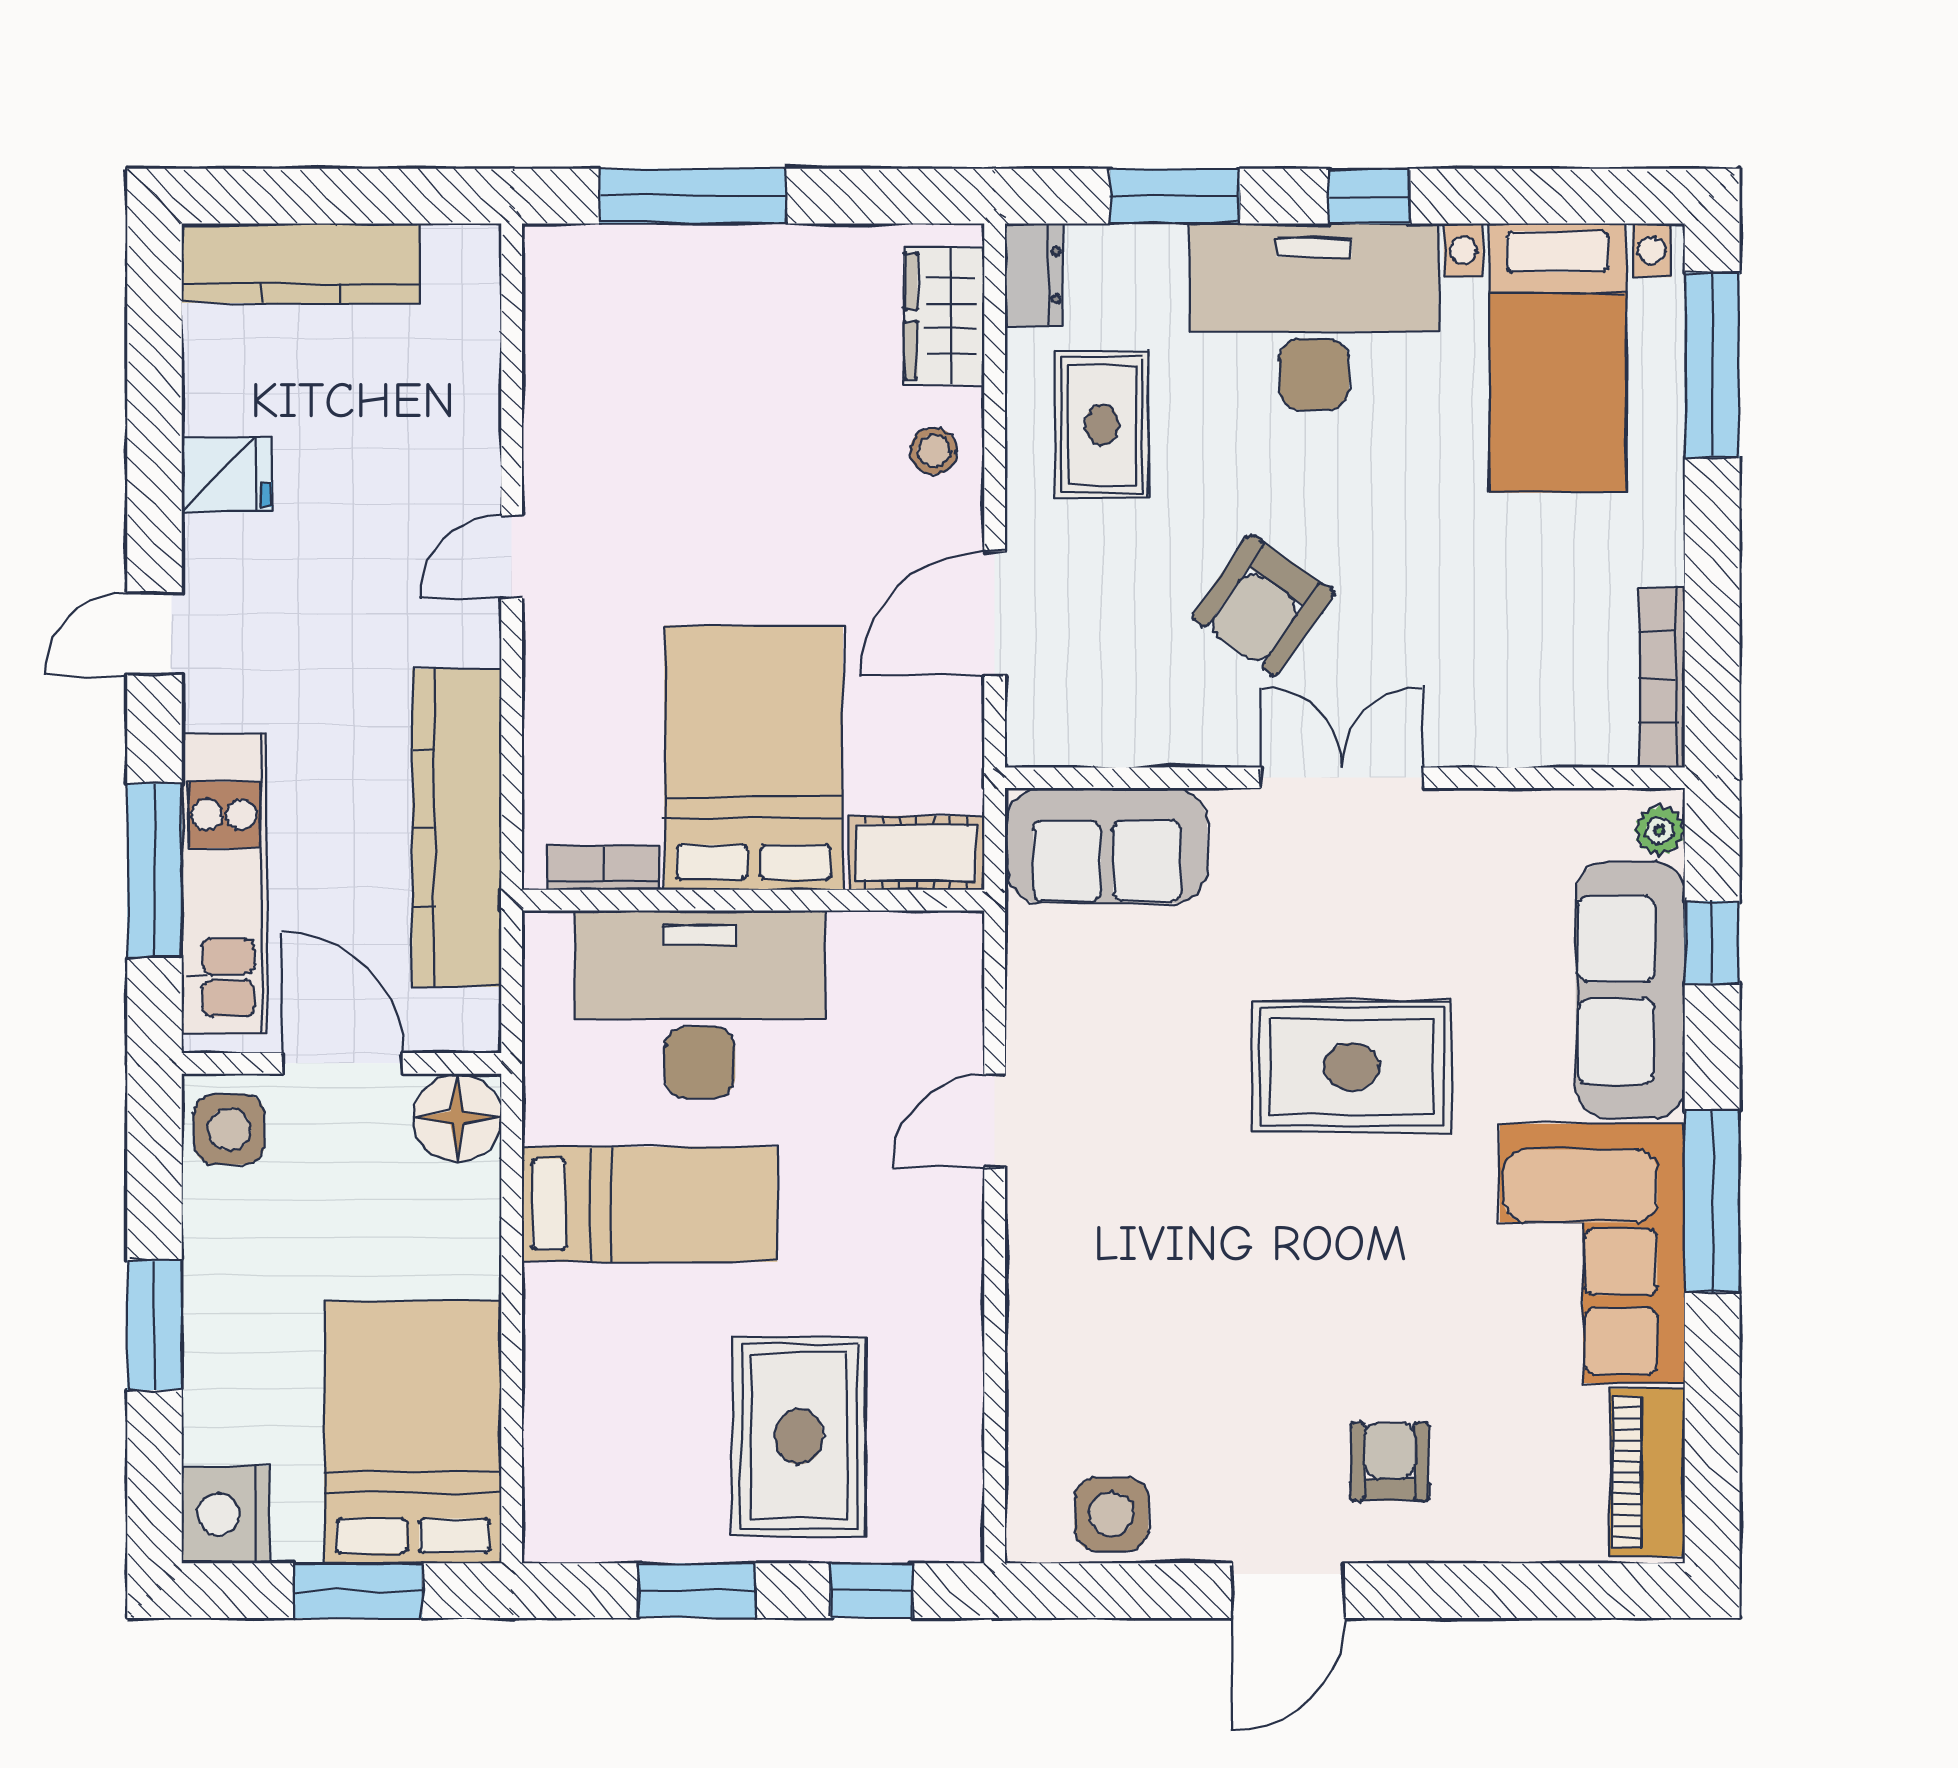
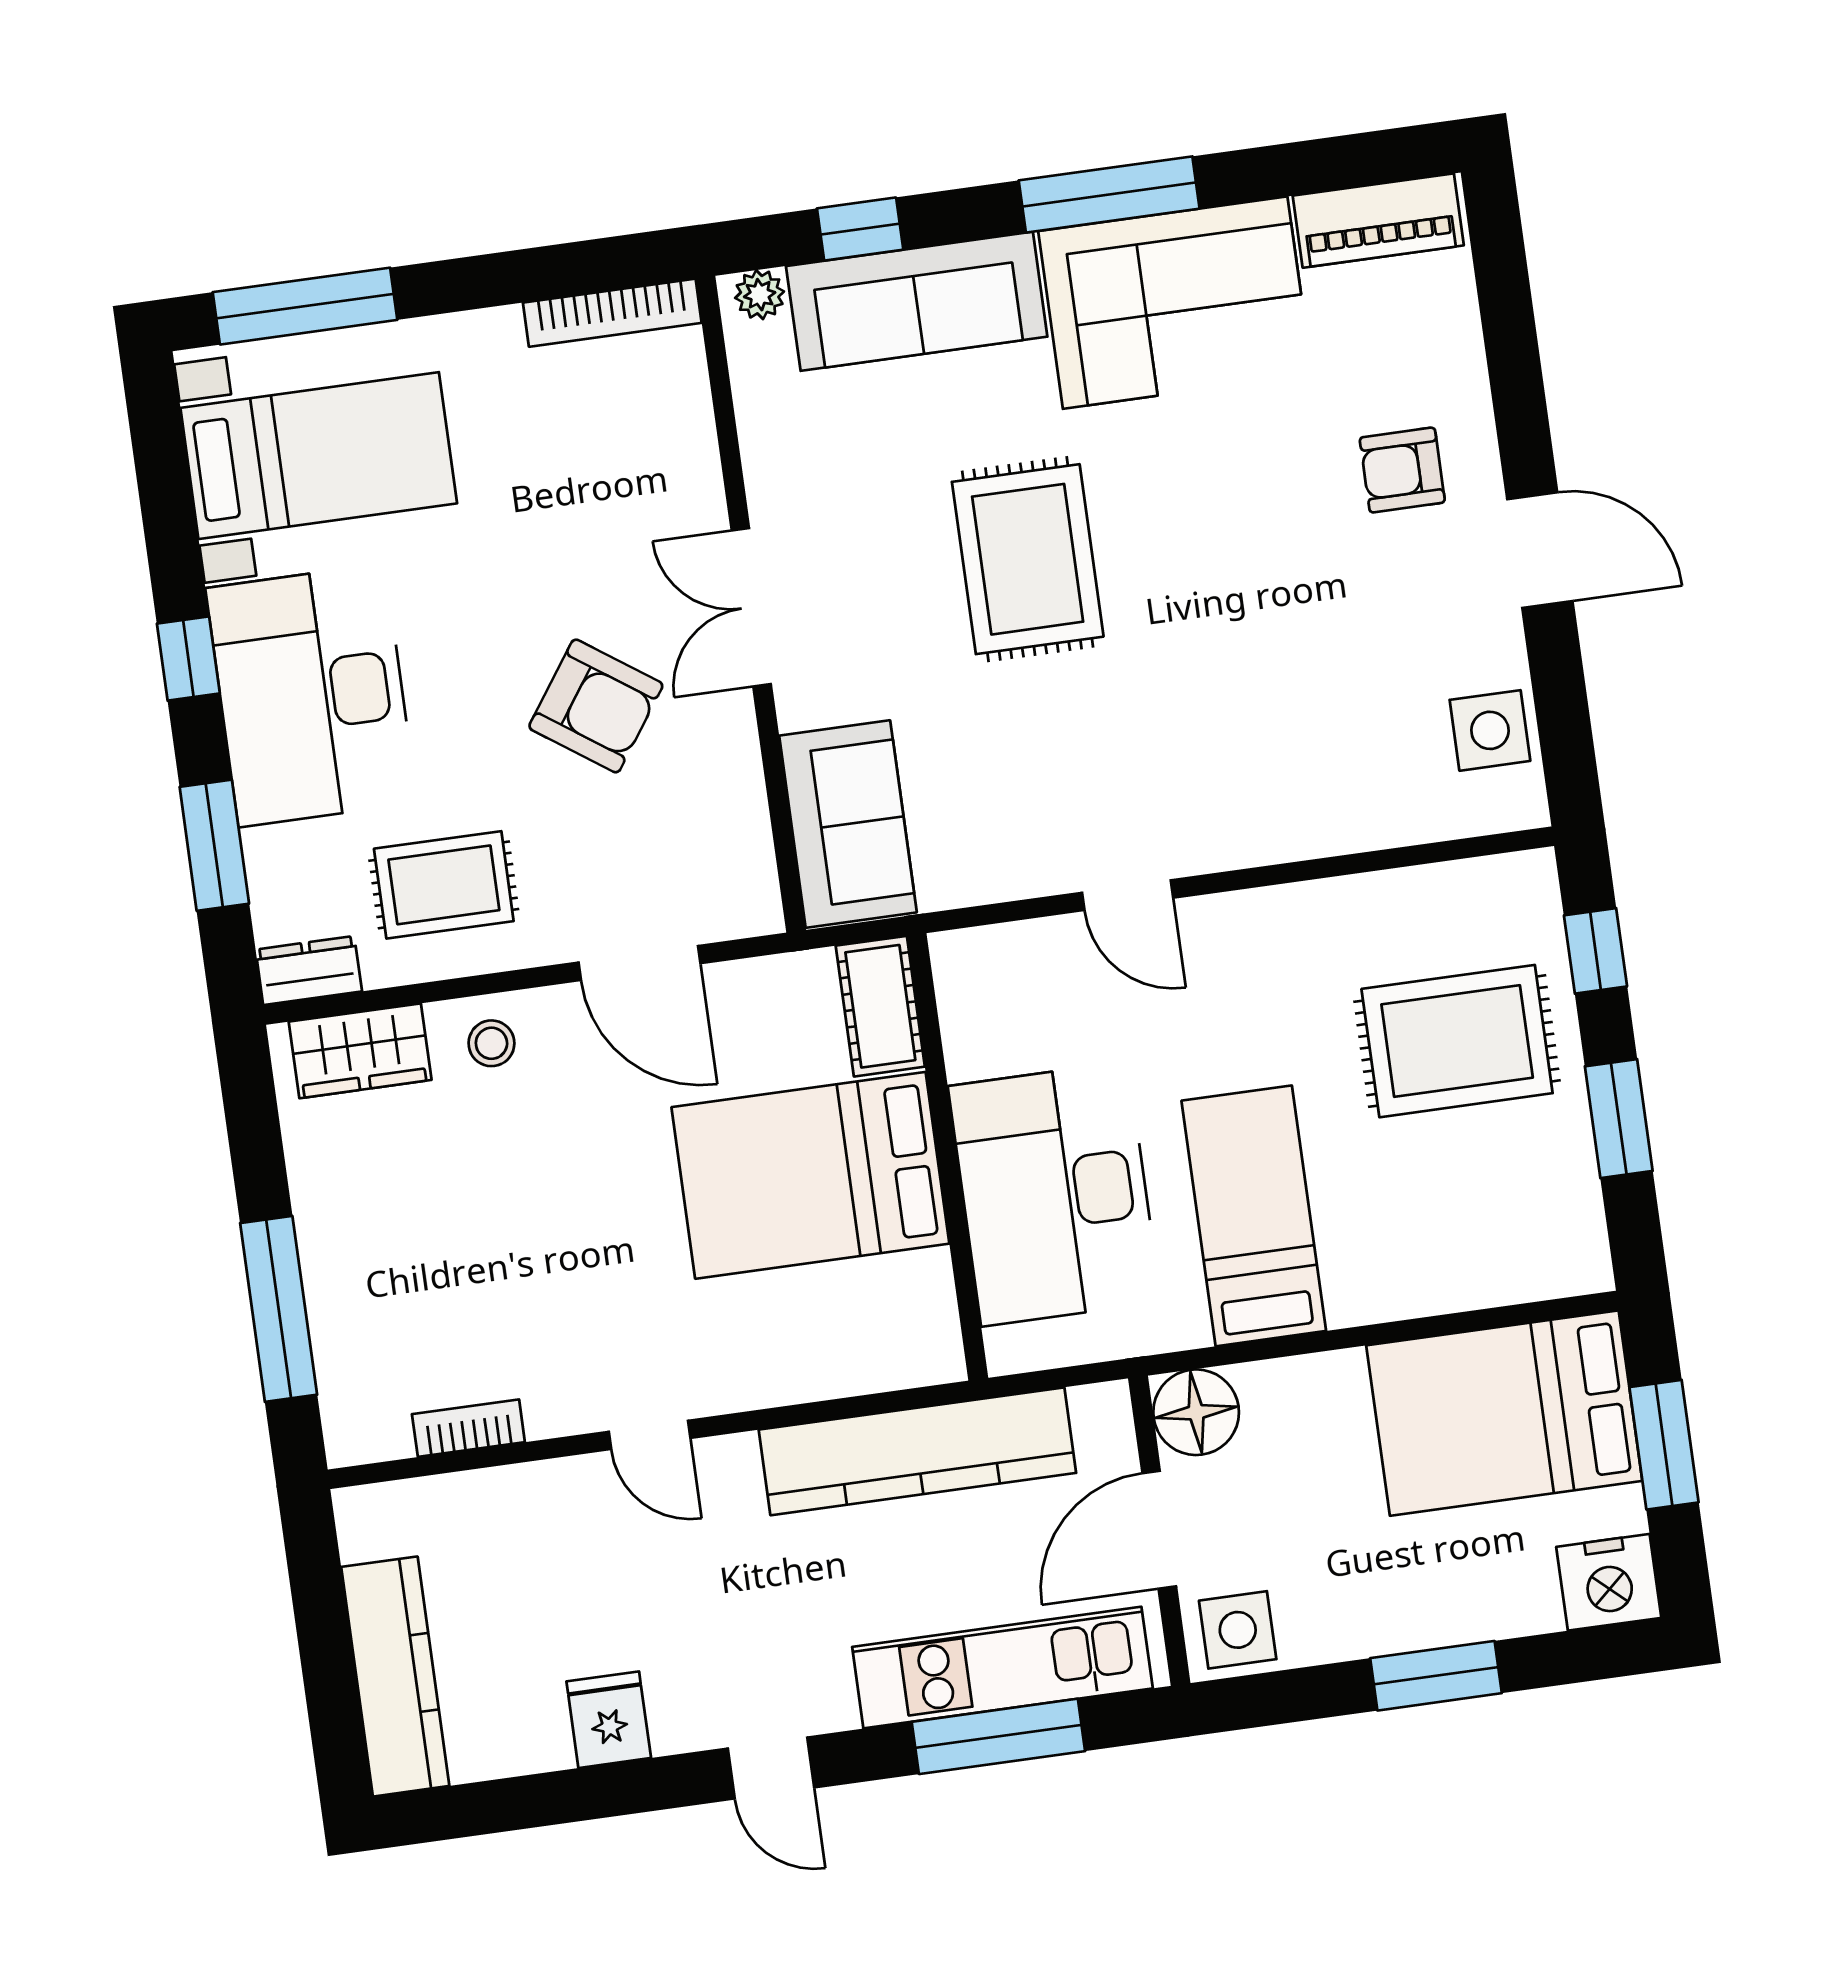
bookcase: (603, 868) -> (468, 1428), moved, turned 90

